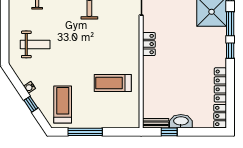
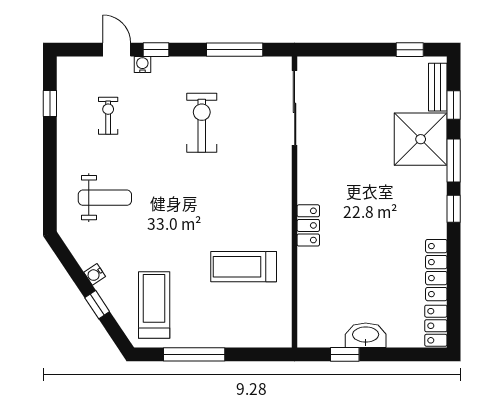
locker: (149, 44) -> (308, 225), moved
bench: (156, 123) -> (320, 339), removed

